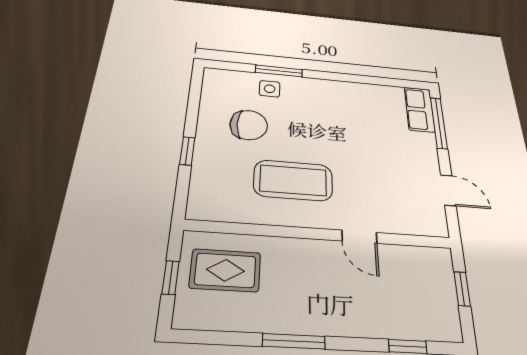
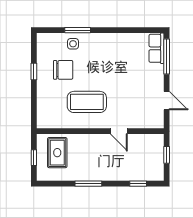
window: (187, 151) -> (34, 71), moved
rug: (225, 270) -> (57, 153), turned 90

